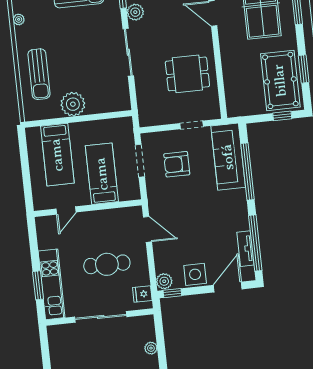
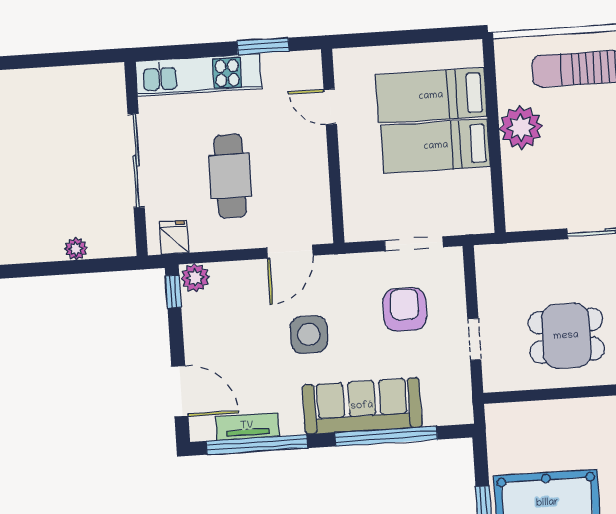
dining table: (187, 74) -> (566, 336), turned 90
sofa: (228, 157) -> (362, 406), moved
bed: (102, 174) -> (436, 146), moved, turned 180
side table: (195, 274) -> (309, 335), moved
window: (38, 285) -> (263, 46), moved

